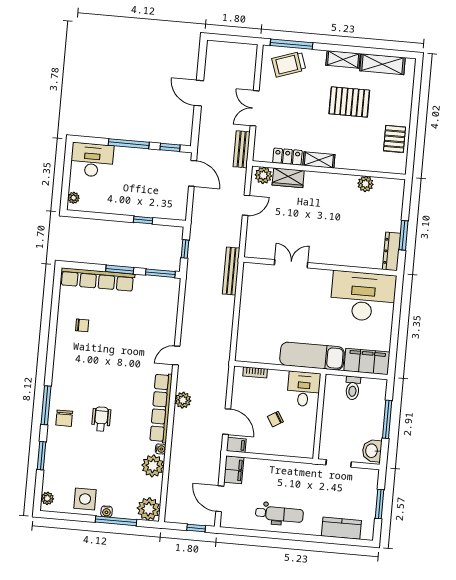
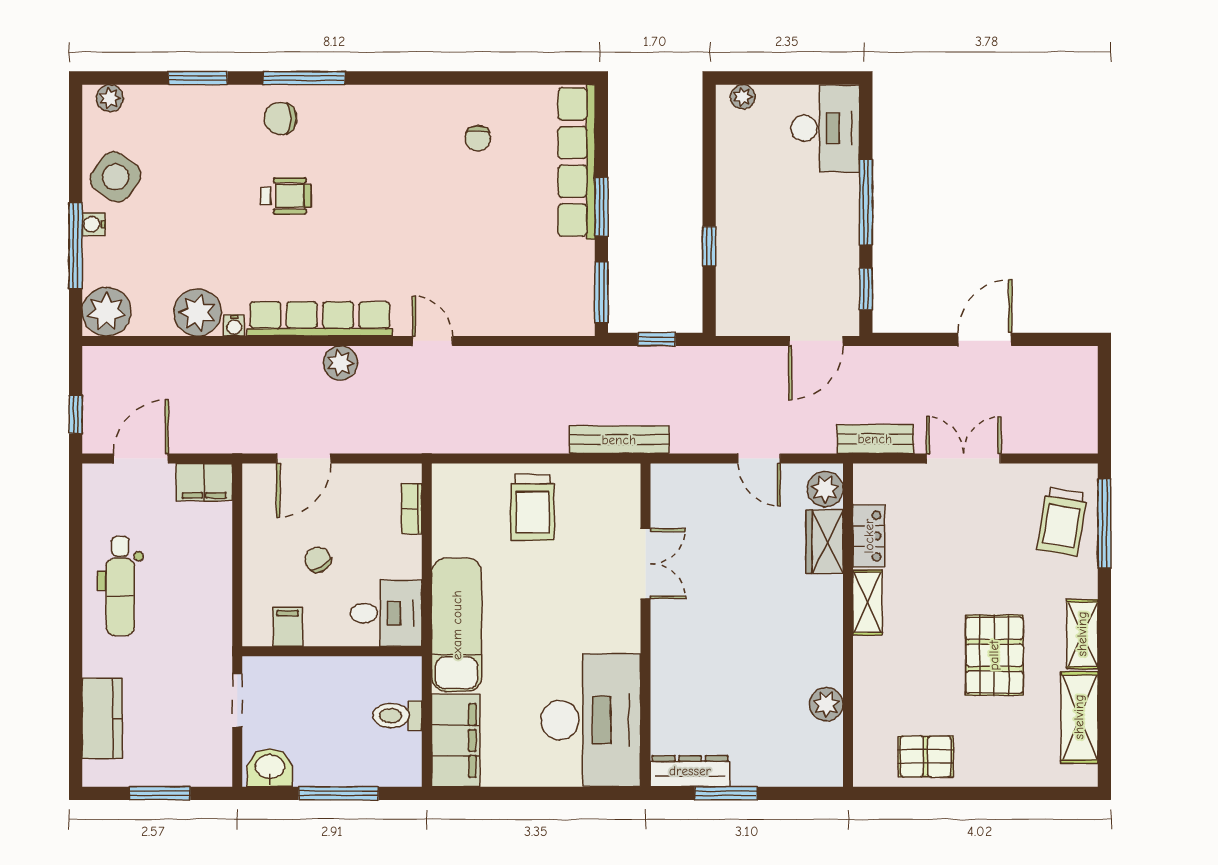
trolley: (289, 64) -> (1062, 522), turned -152
trolley: (260, 315) -> (533, 507), added
filing cabinet: (236, 445) -> (288, 627), moved, turned 180
side table: (85, 499) -> (115, 177), turned 35

